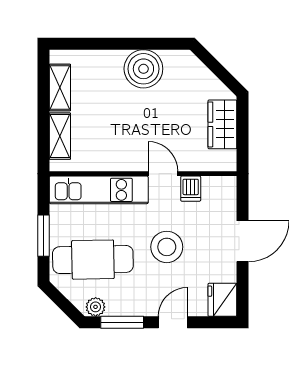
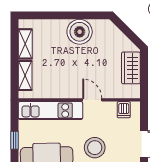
dishwasher: (191, 189) -> (124, 110), moved
window: (44, 236) -> (15, 140), width x0.67

